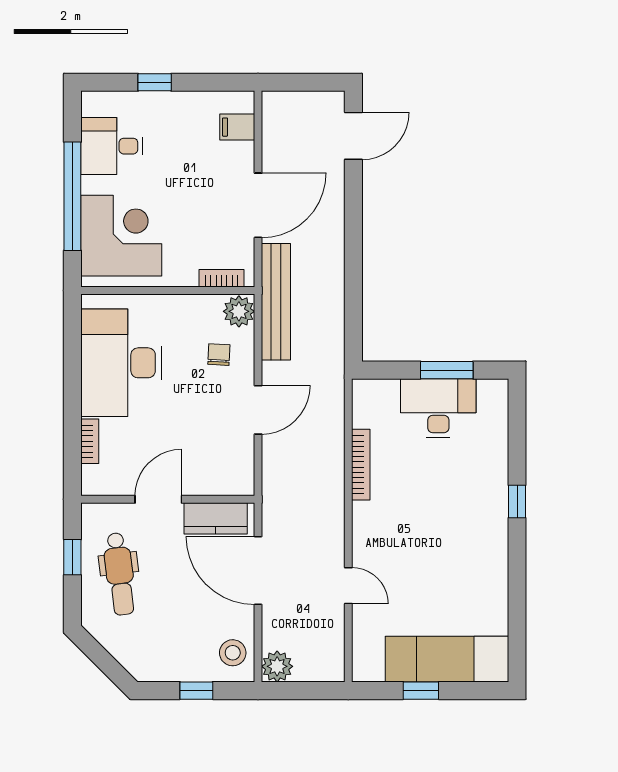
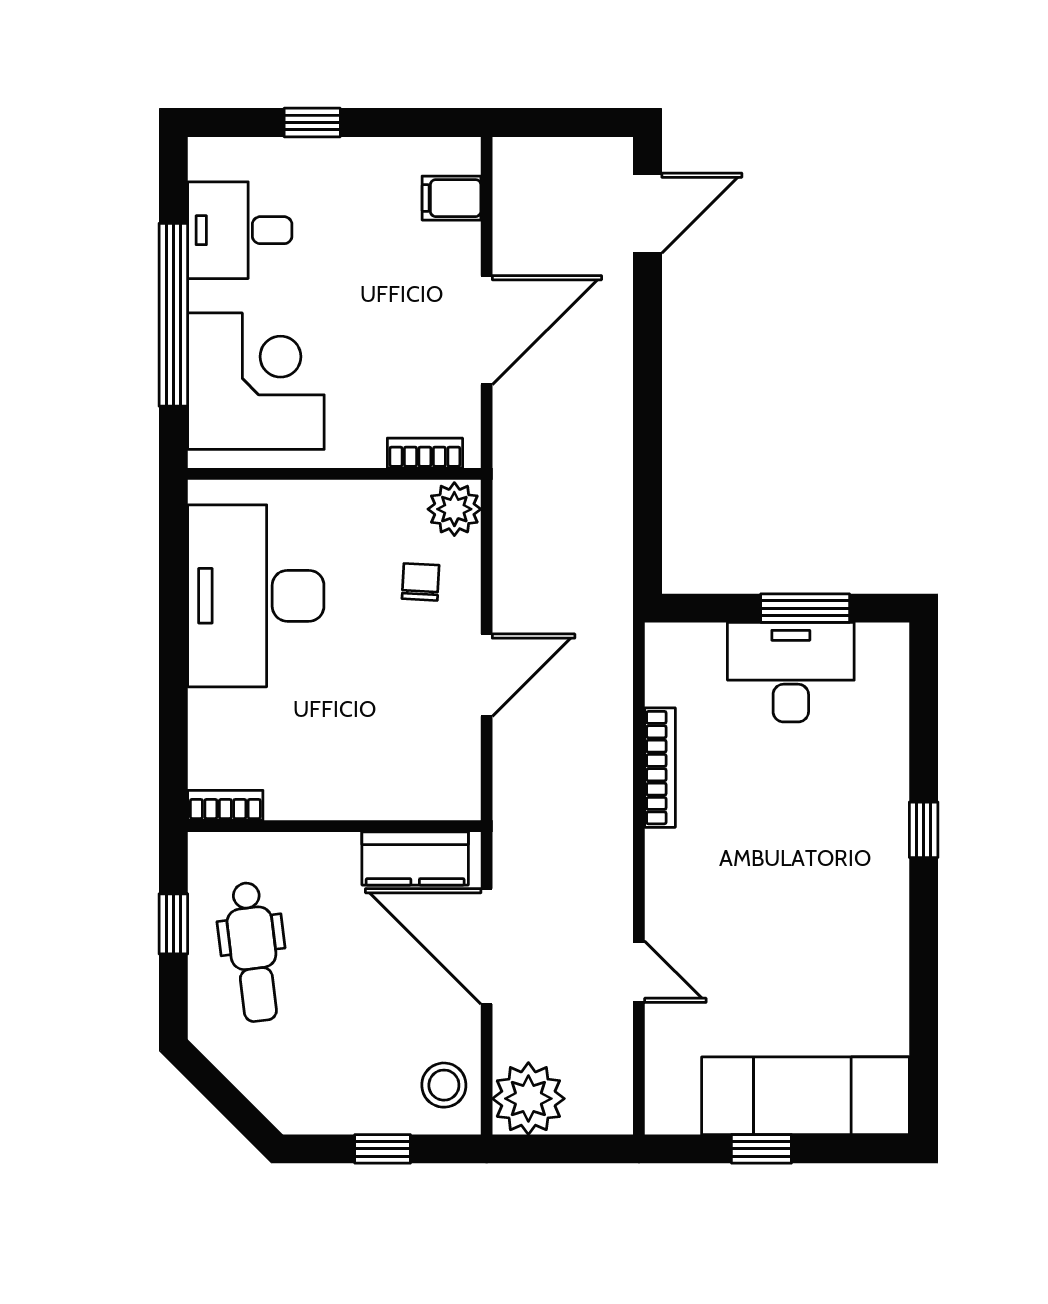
bench: (276, 302) -> (517, 493), removed
bookcase: (90, 441) -> (225, 805), moved, turned -90
door: (158, 499) -> (319, 826), removed
plant: (277, 666) -> (528, 1099), width x1.36, depth x1.36

